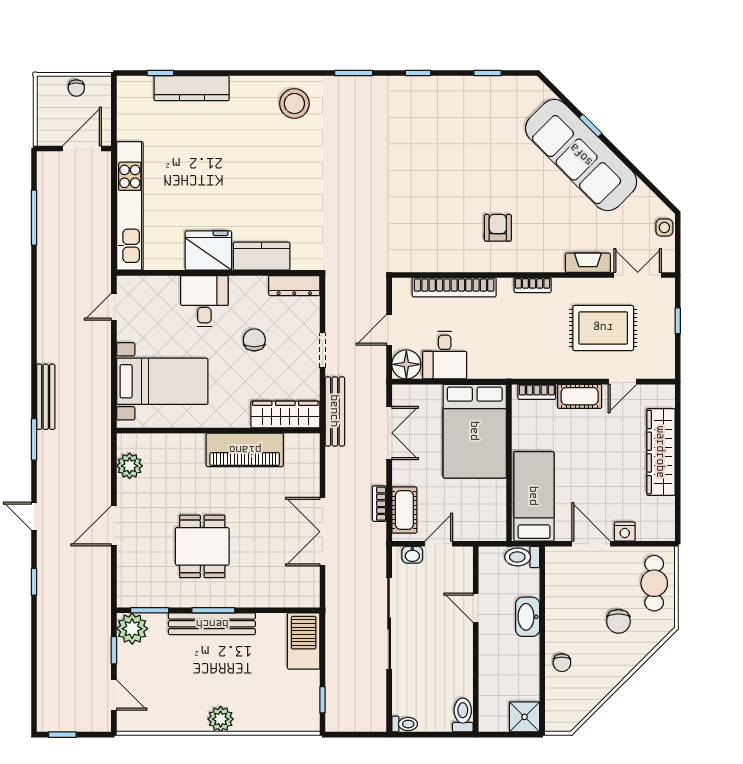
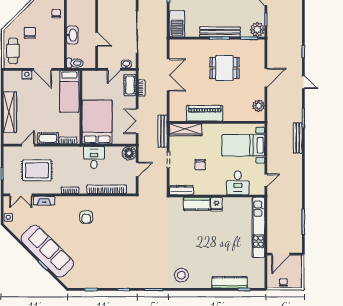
fridge: (208, 251) -> (217, 204), width x0.53, depth x0.75
desk: (204, 301) -> (238, 183), moved
desk: (445, 355) -> (94, 157), moved
dining table: (202, 546) -> (225, 68), turned 90

